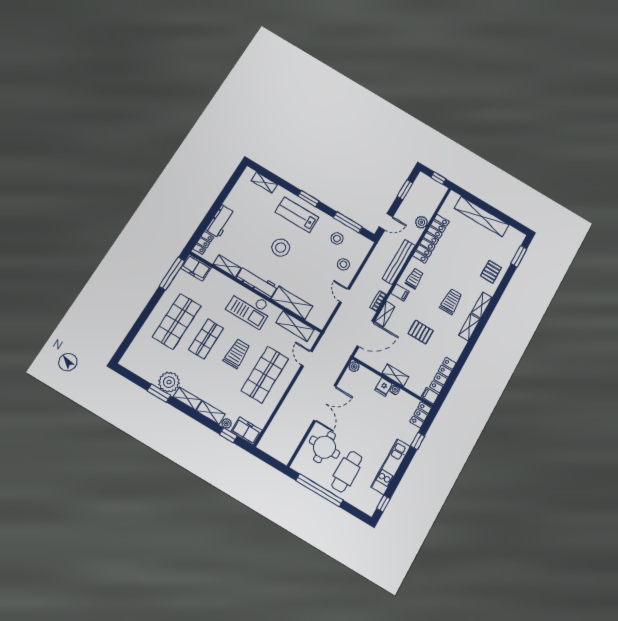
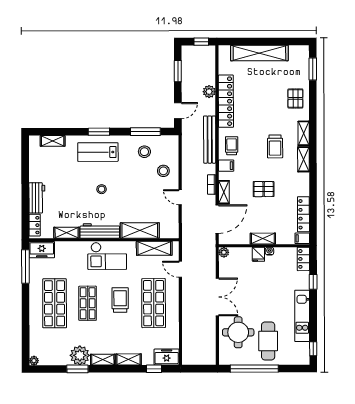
stool: (281, 248) -> (102, 189), width x0.53, depth x0.53
trolley: (451, 302) -> (275, 146), turned 180
plant: (227, 423) -> (34, 361), moved

